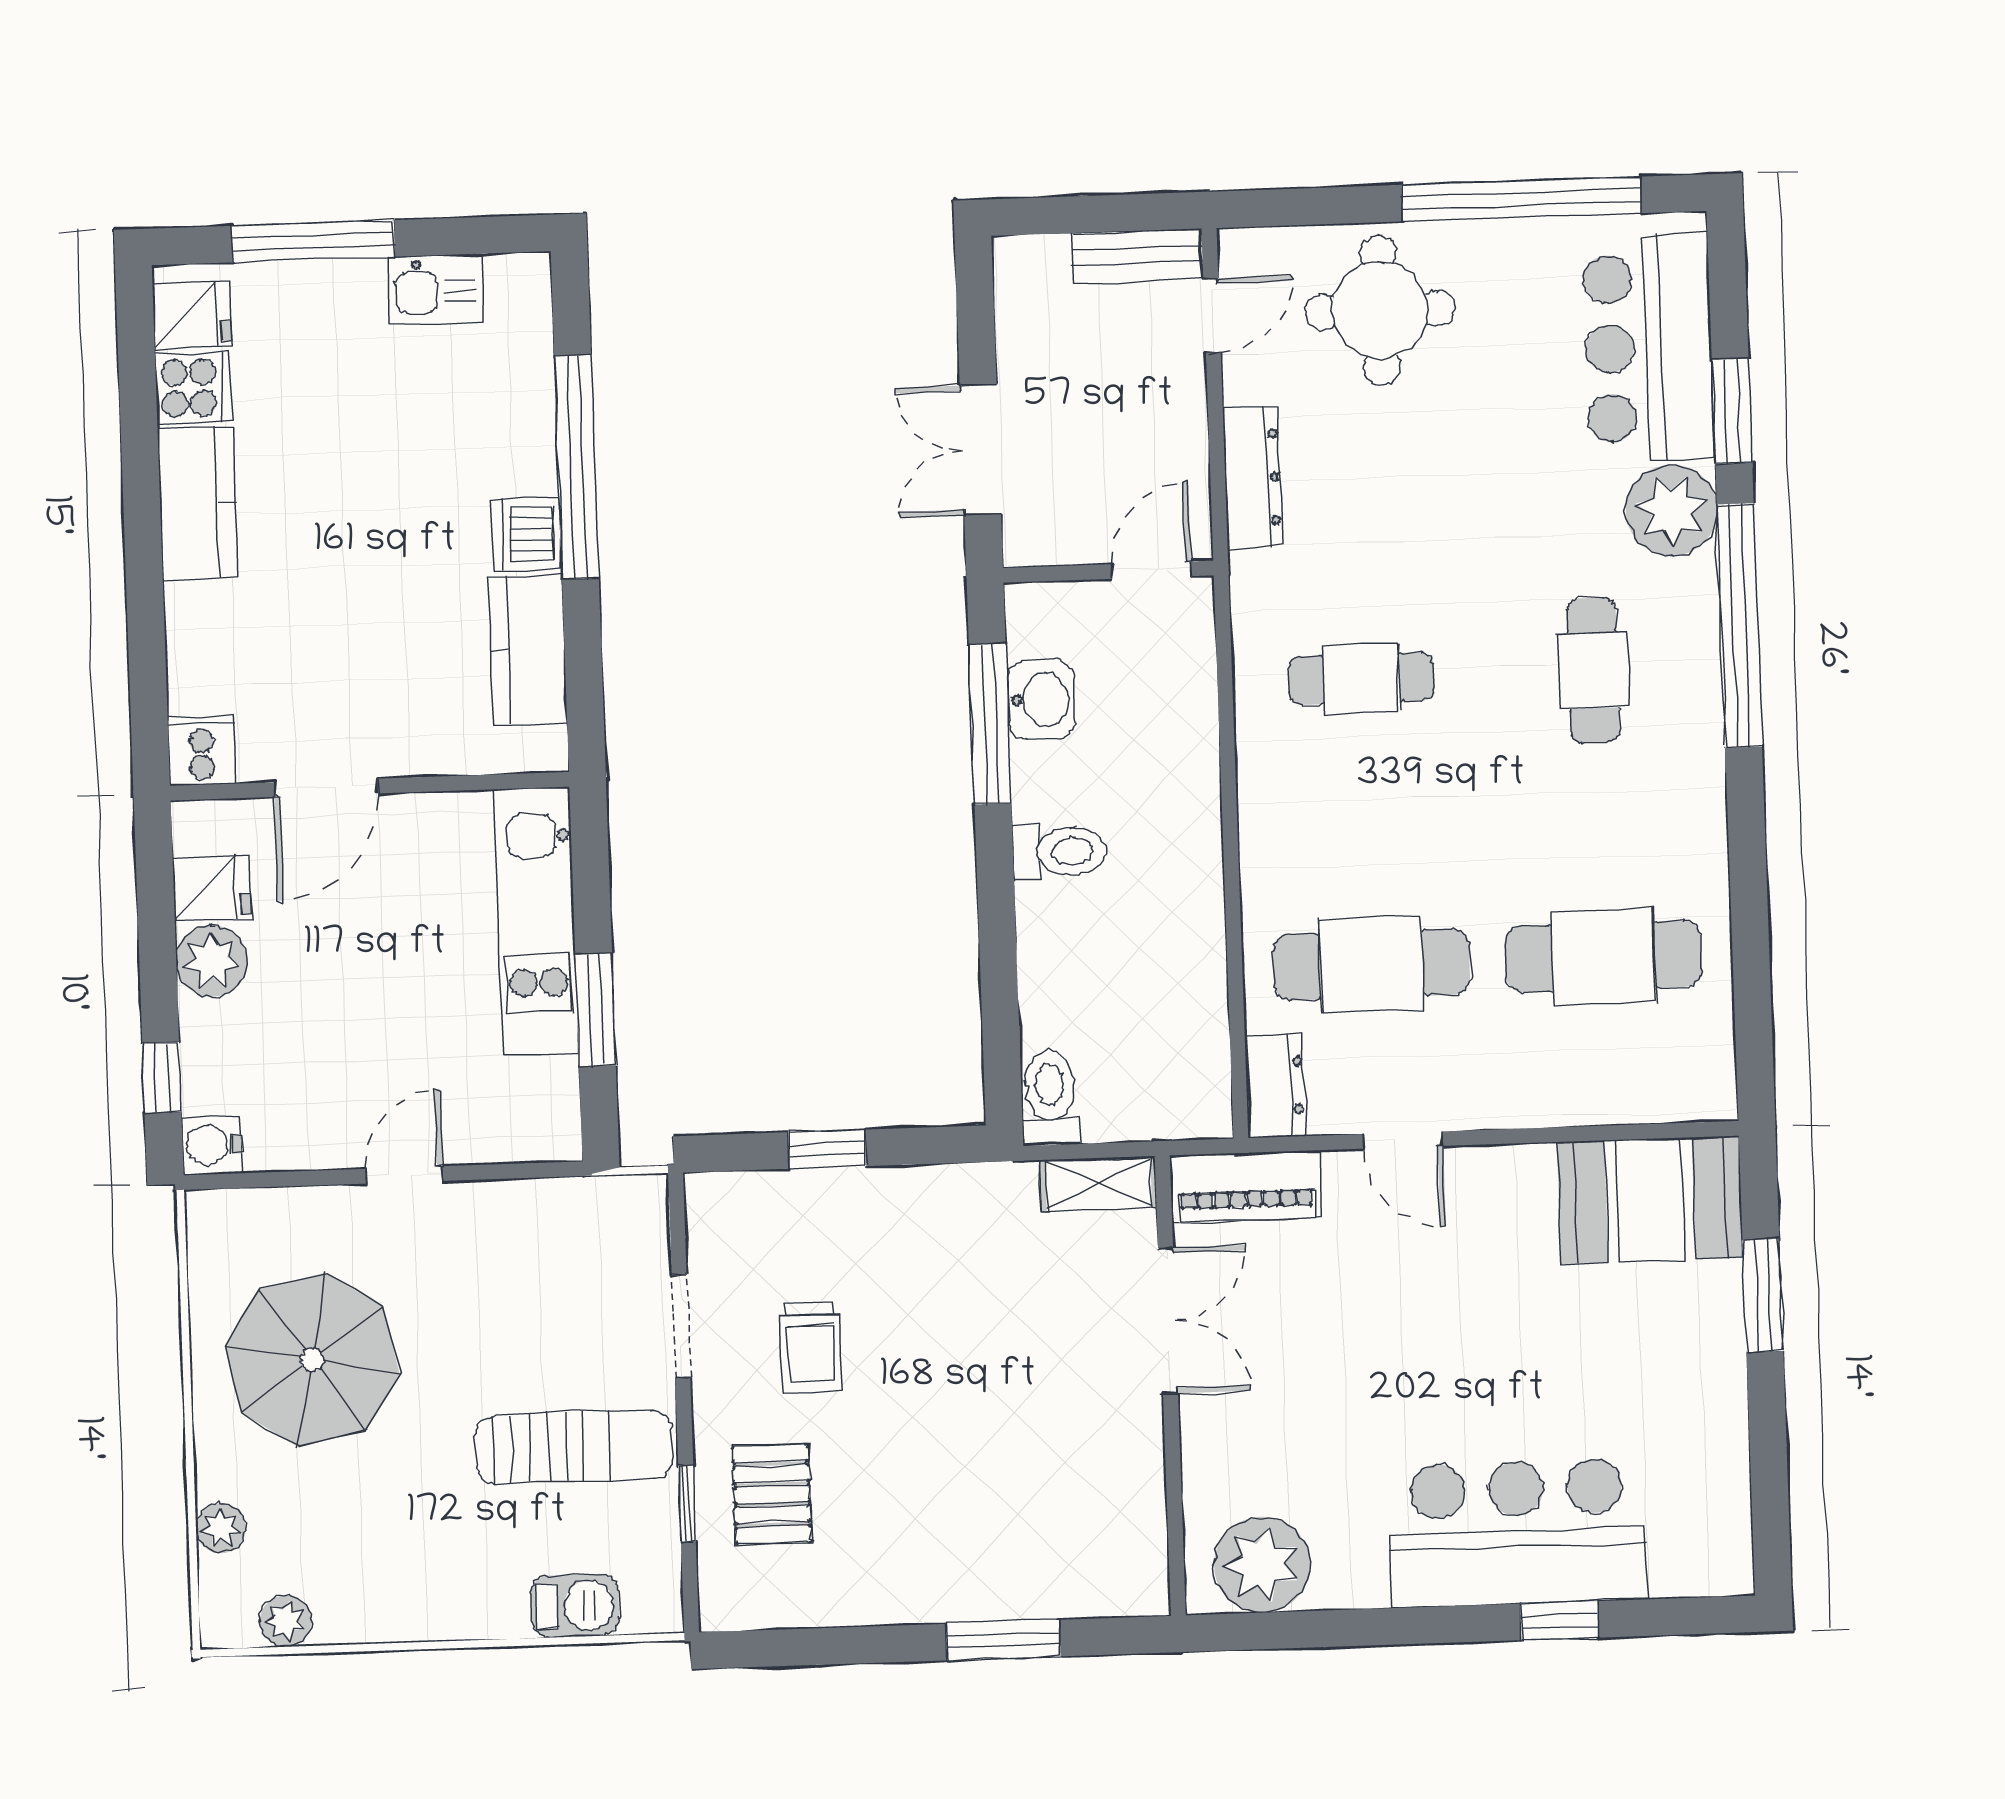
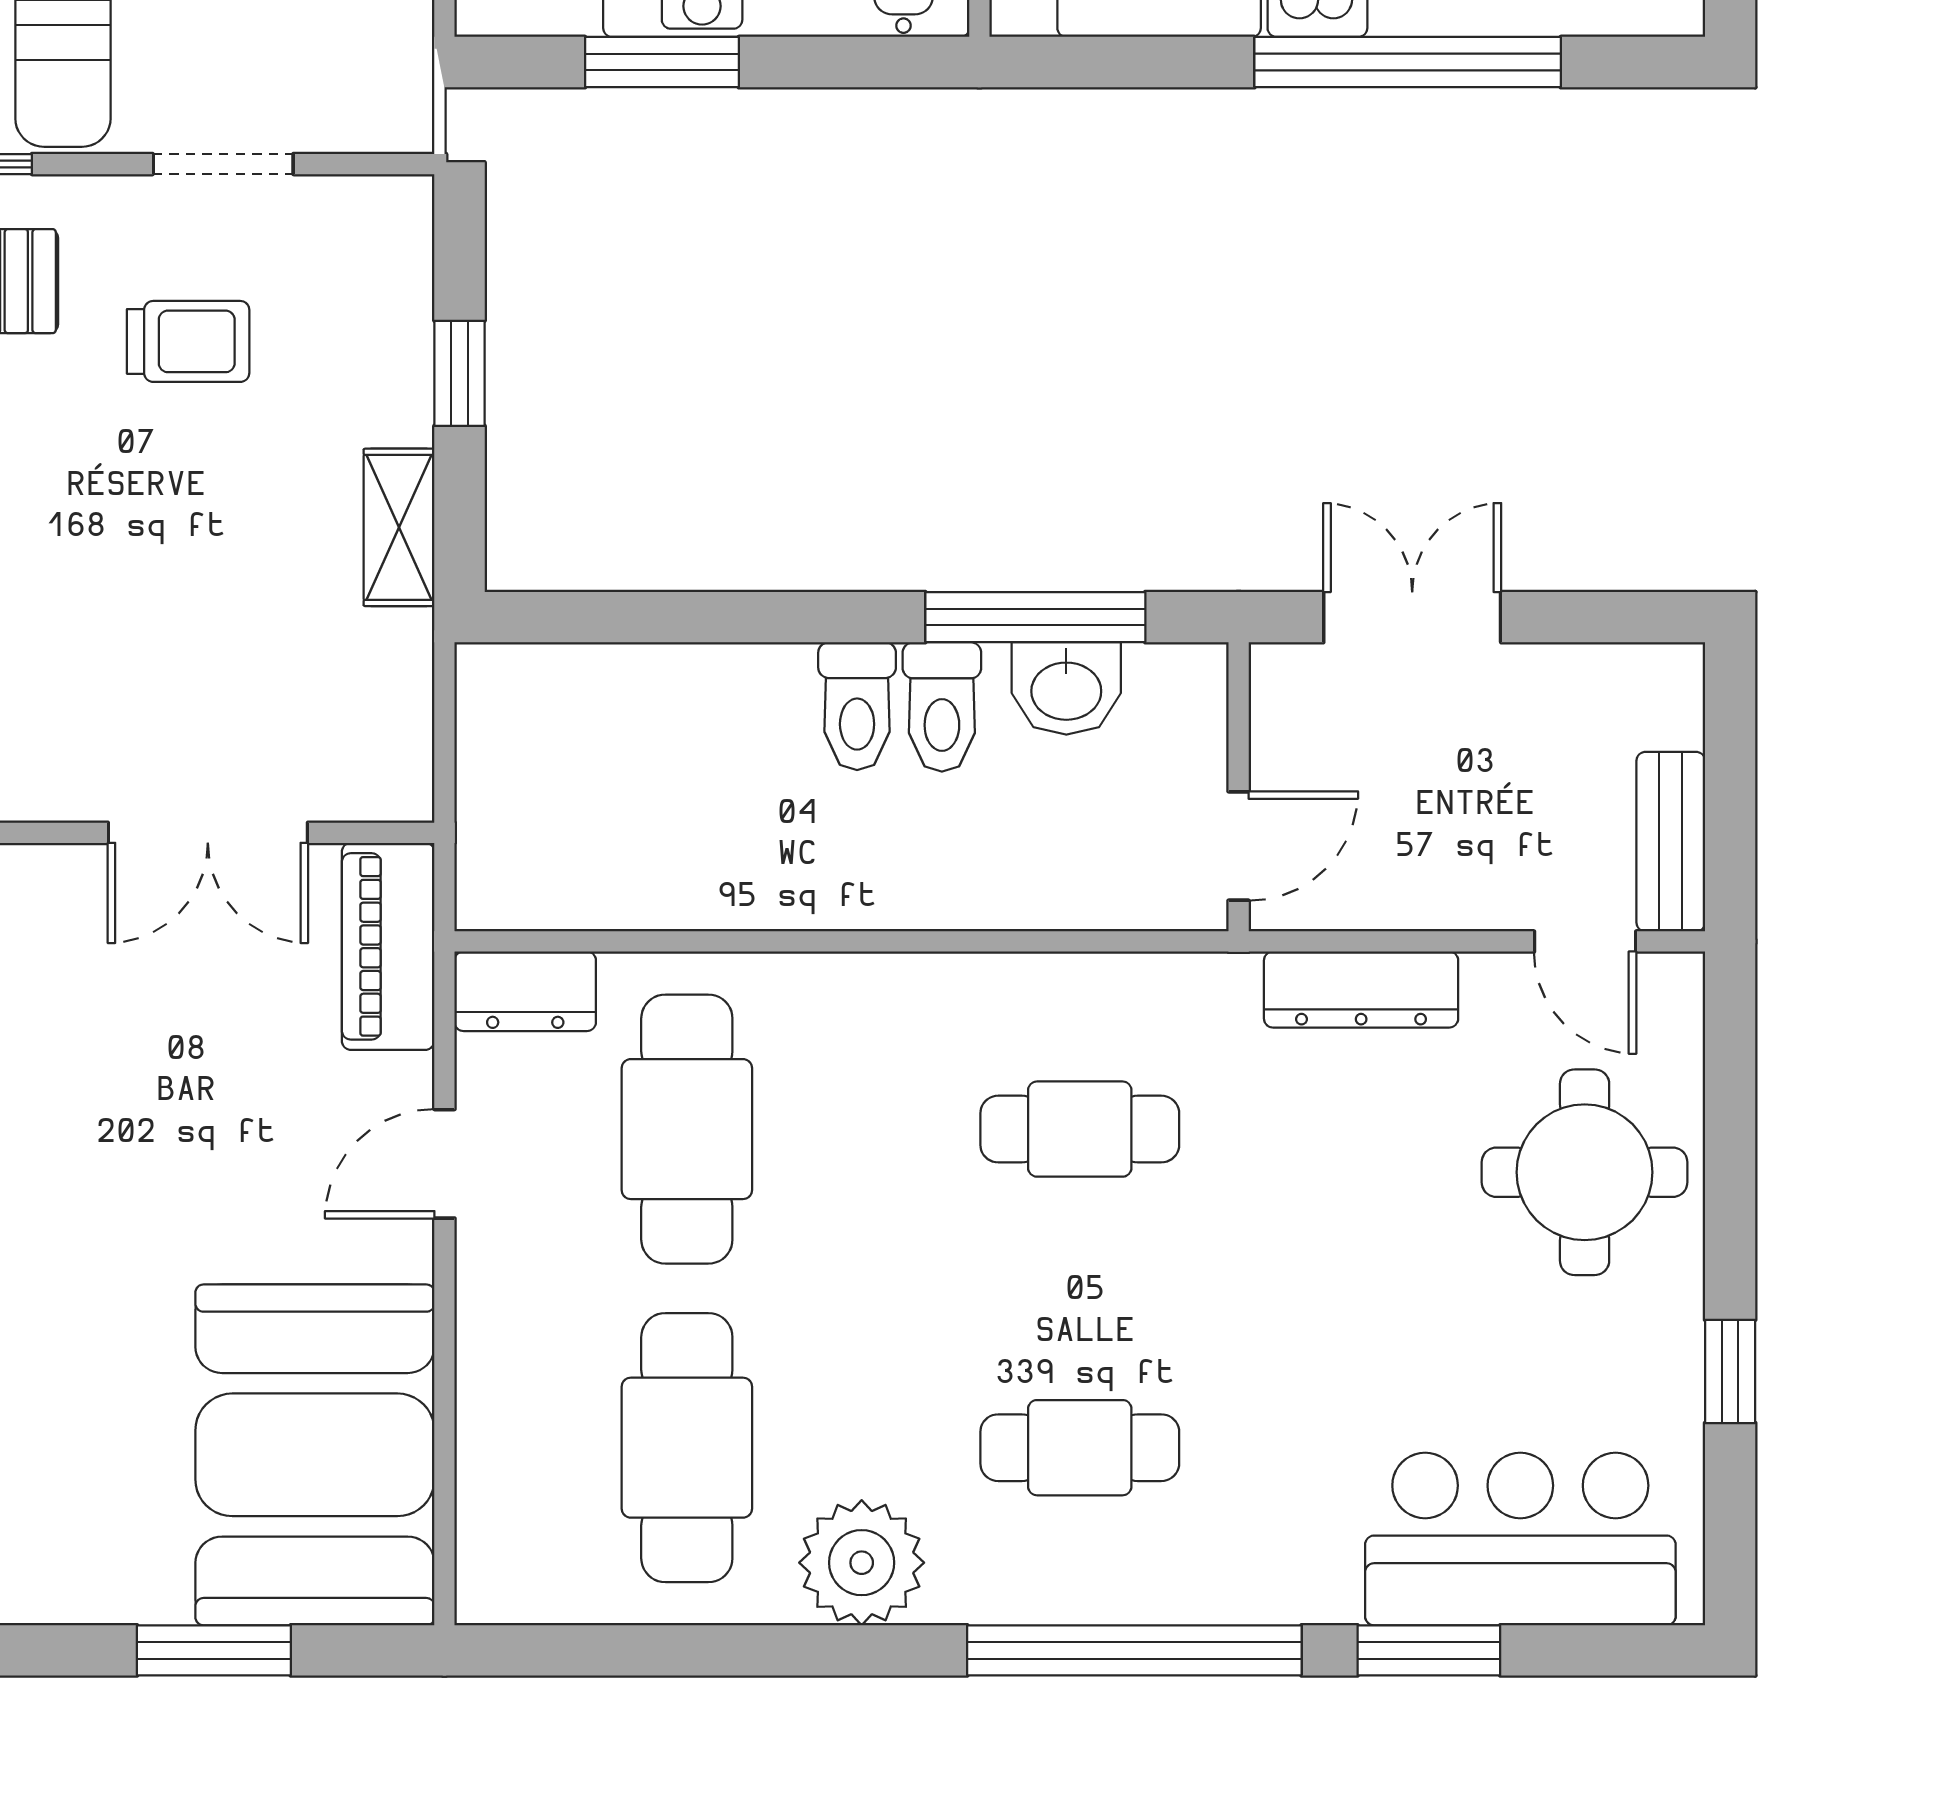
window: (1521, 199) -> (1730, 1371), width x0.32
plant: (1672, 510) -> (862, 1563), moved
door: (1151, 570) -> (1239, 846), hinge flipped
cafe table: (1361, 679) -> (1080, 1129), turned 90
toilet: (1050, 1098) -> (942, 707), moved, turned 90
shelving: (1099, 1184) -> (399, 527), moved
booth: (1650, 1200) -> (315, 1455), width x1.36, depth x1.42
trolley: (811, 1347) -> (188, 341), turned 180

